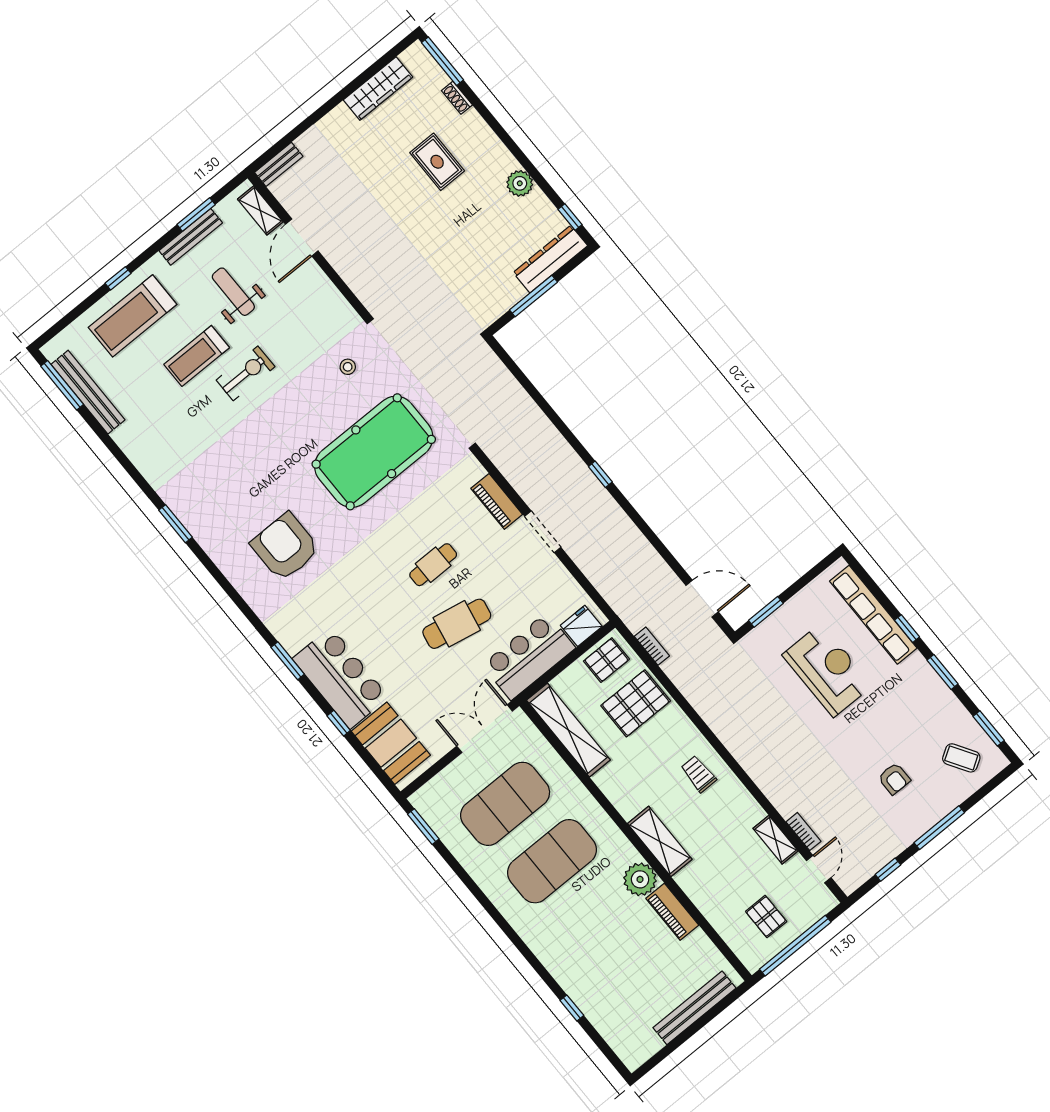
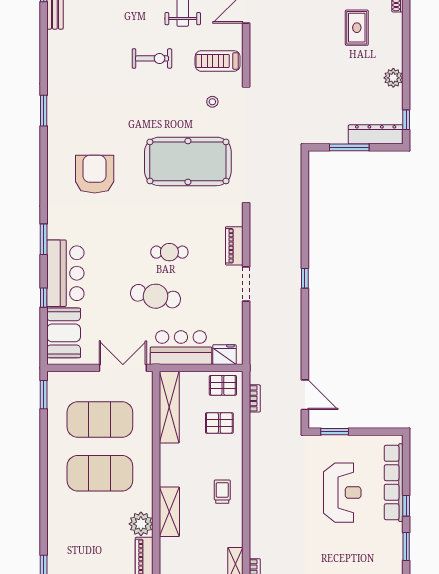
treadmill: (197, 356) -> (218, 61), moved
pallet: (636, 703) -> (219, 423), width x0.67, depth x0.71

